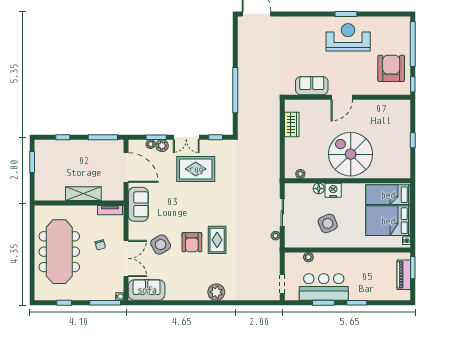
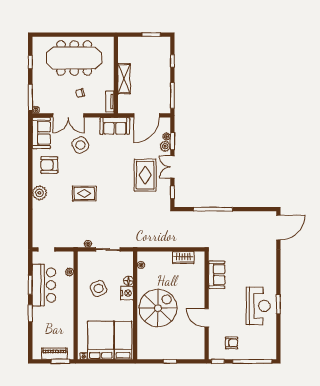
armchair: (391, 68) -> (232, 343), width x0.53, depth x0.53
door: (342, 97) -> (207, 318), moved
armchair: (192, 242) -> (49, 165), moved

